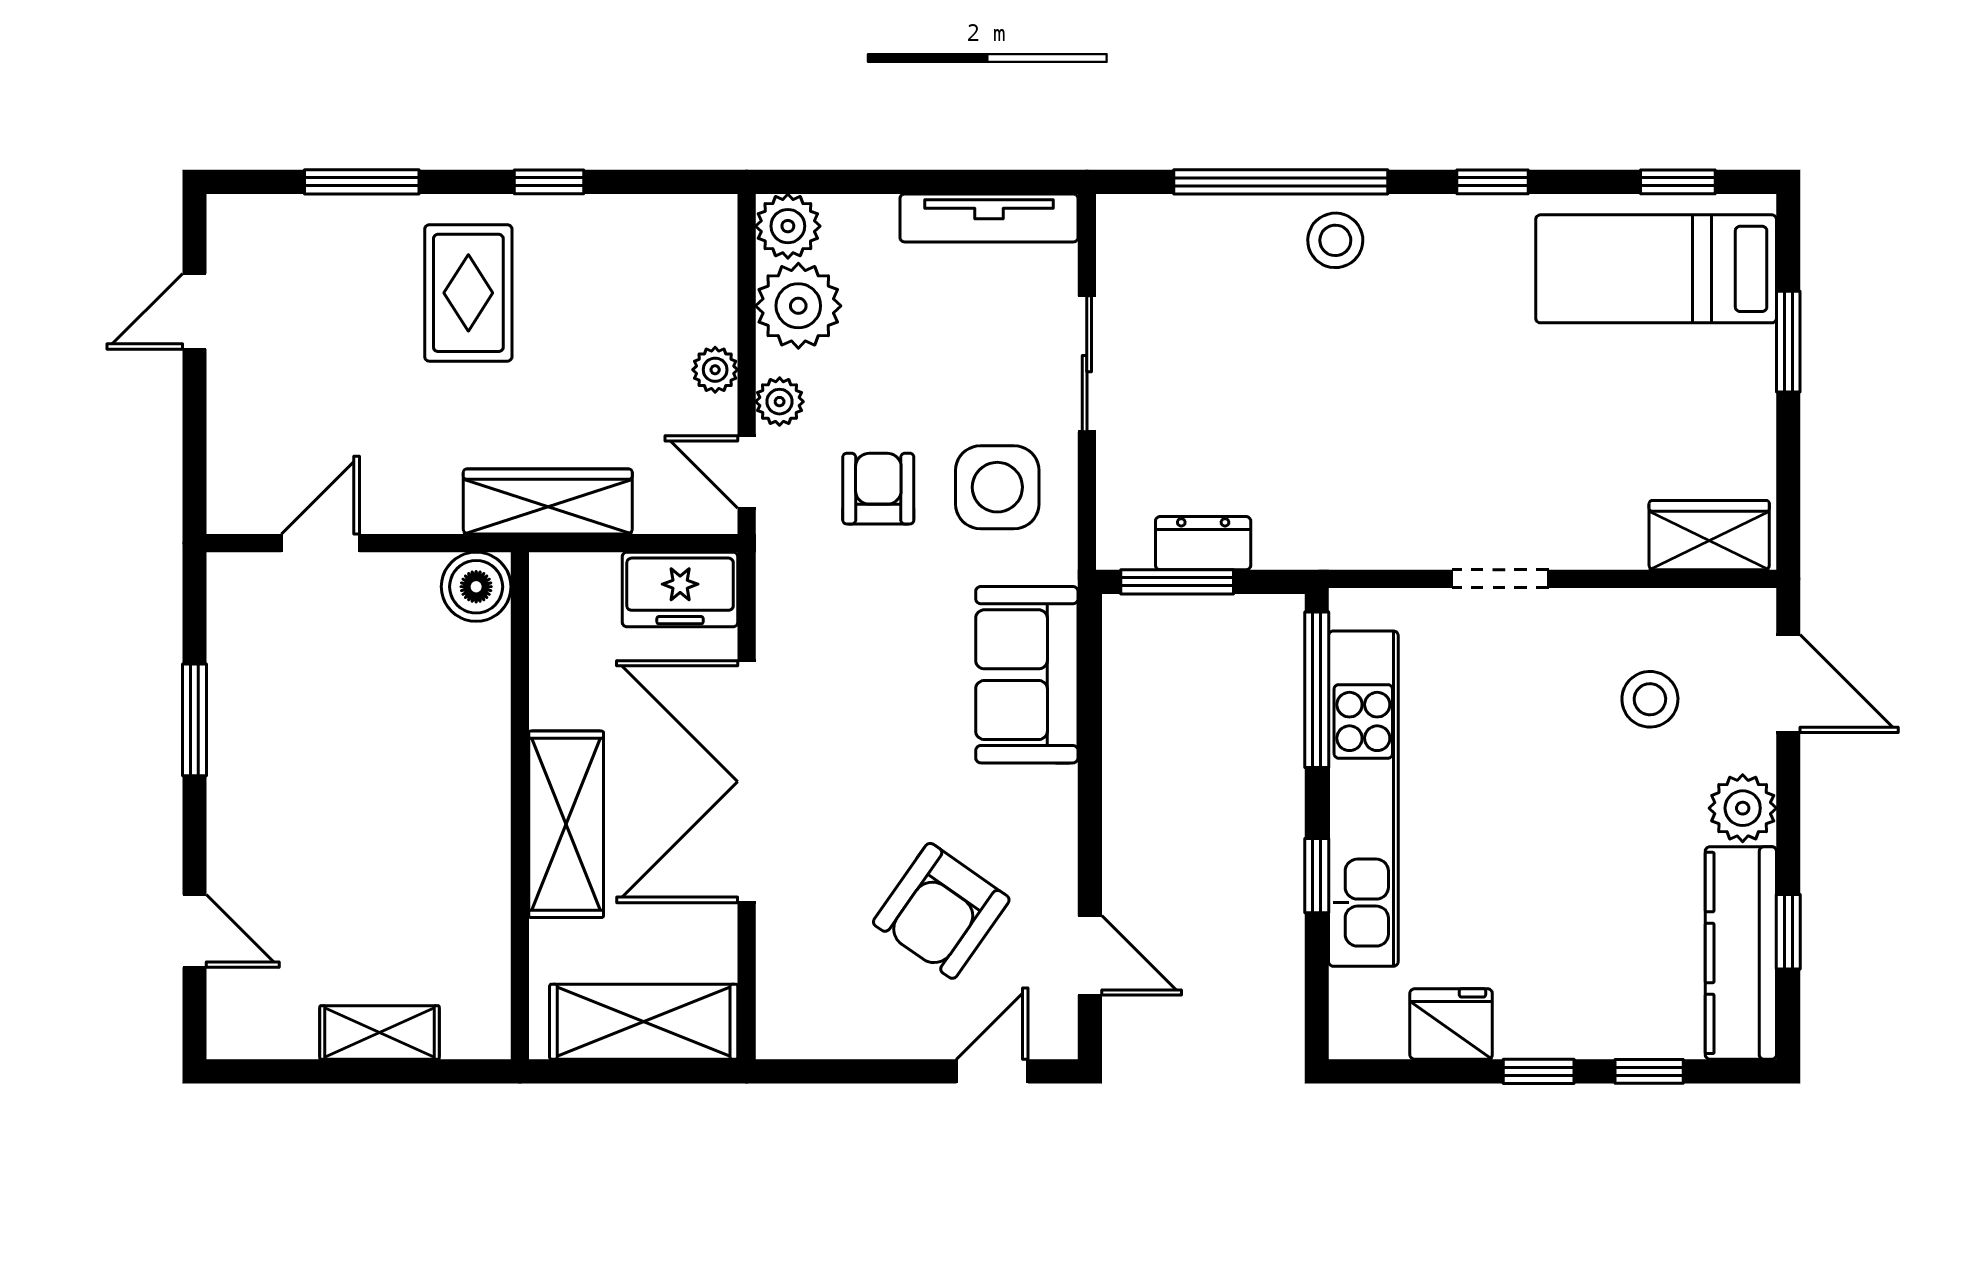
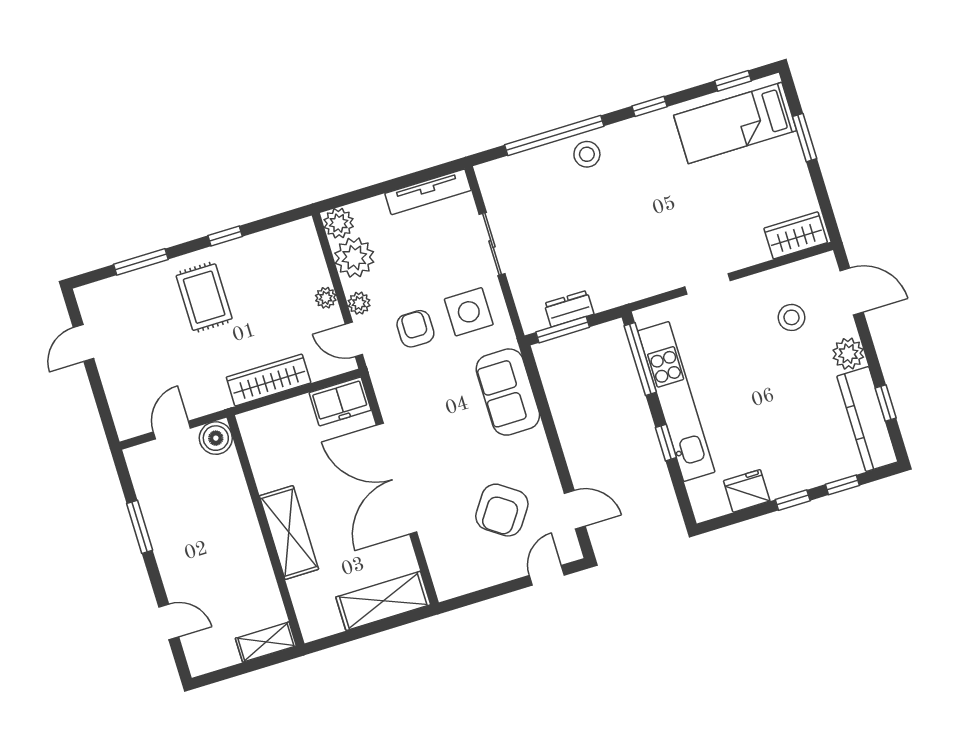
boiler: (476, 587) -> (216, 438), moved
wall: (520, 806) -> (266, 531), moved
shelving: (566, 824) -> (289, 533), moved

